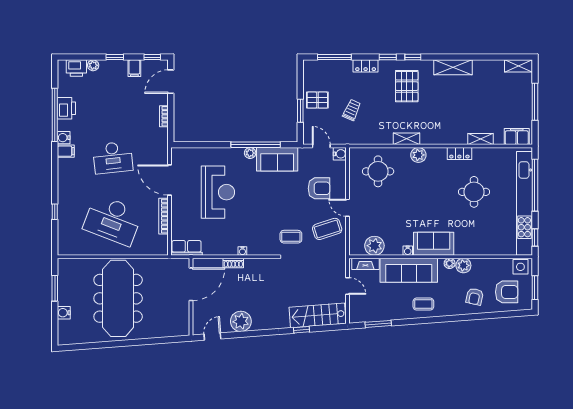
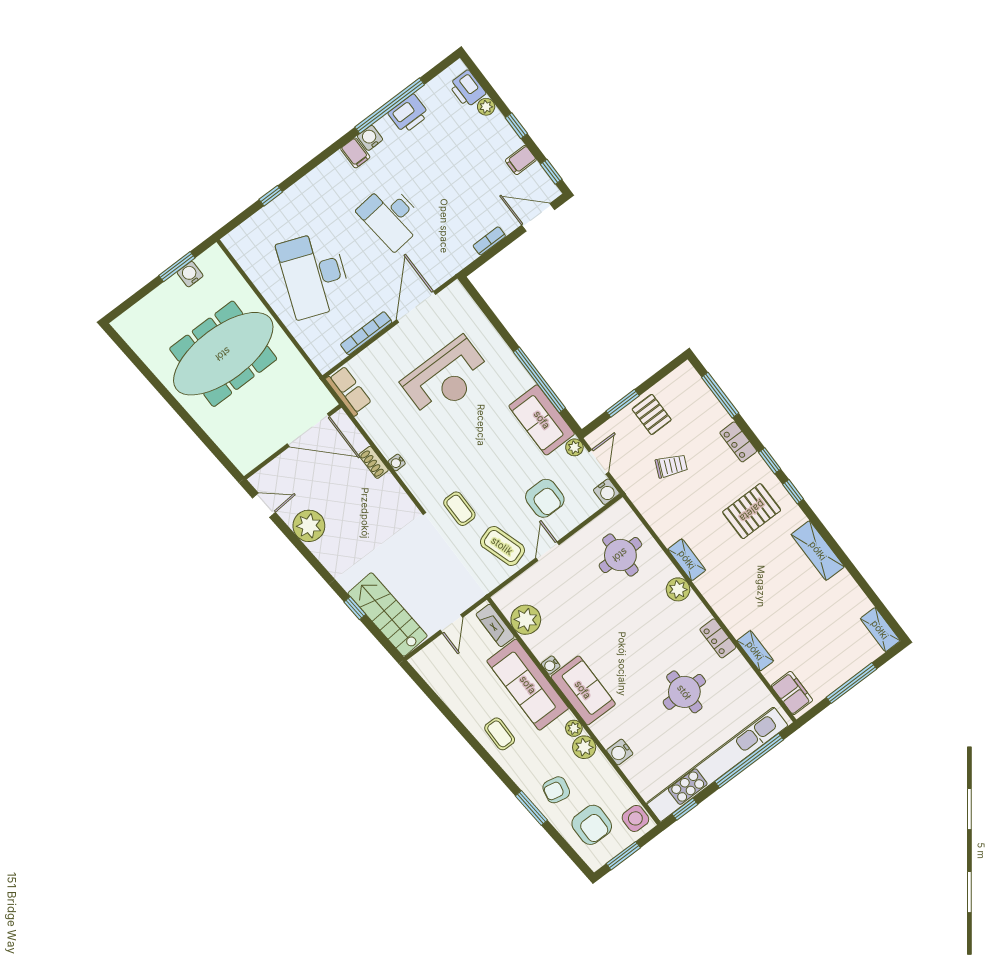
plant: (250, 153) -> (574, 447), moved
water cooler: (480, 249) -> (620, 752), added
water cooler: (64, 313) -> (190, 274), moved
window: (378, 324) -> (531, 808), moved

